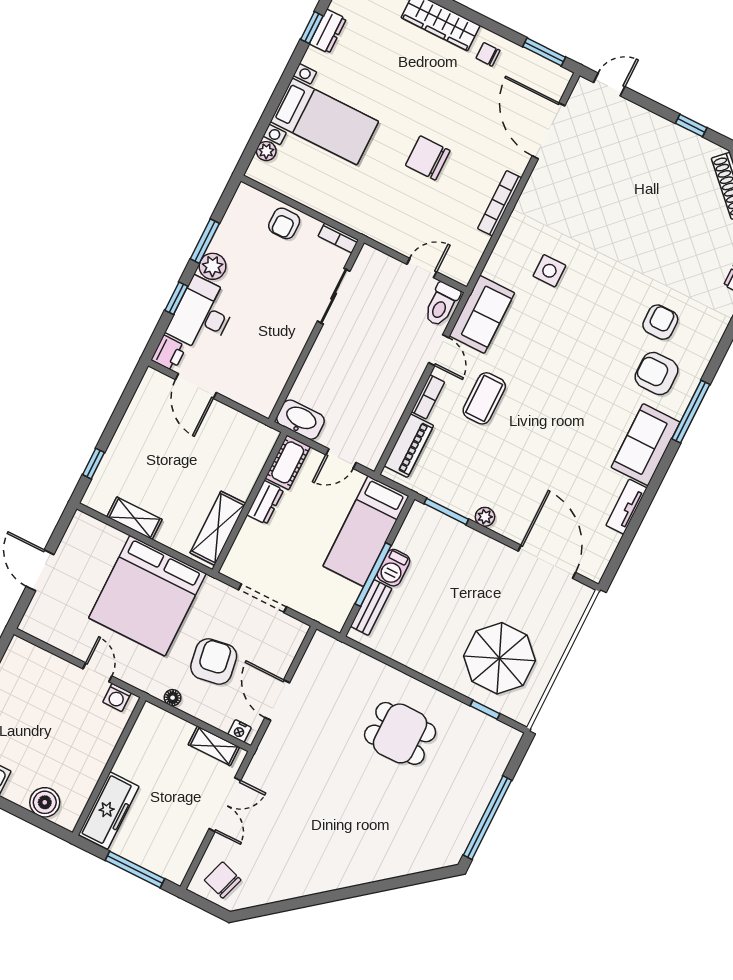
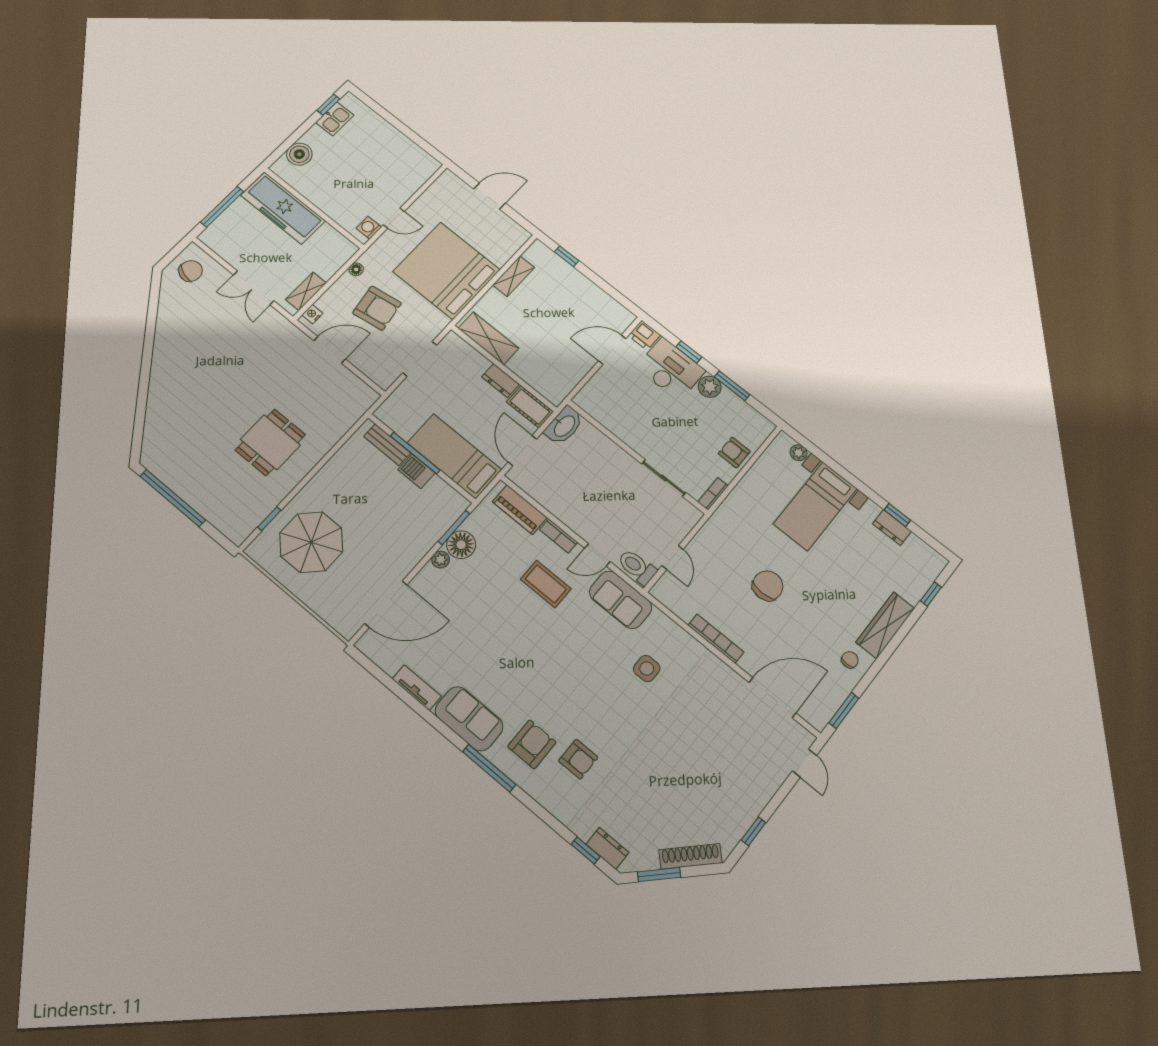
door: (341, 459) -> (522, 451), width x1.38
floor lamp: (463, 499) -> (461, 545), added
freezer: (109, 811) -> (283, 208), width x1.36, depth x1.26

